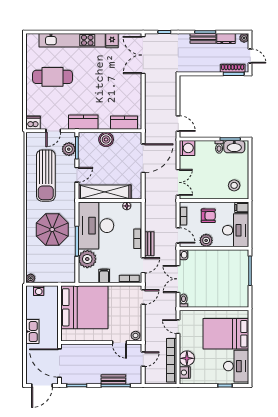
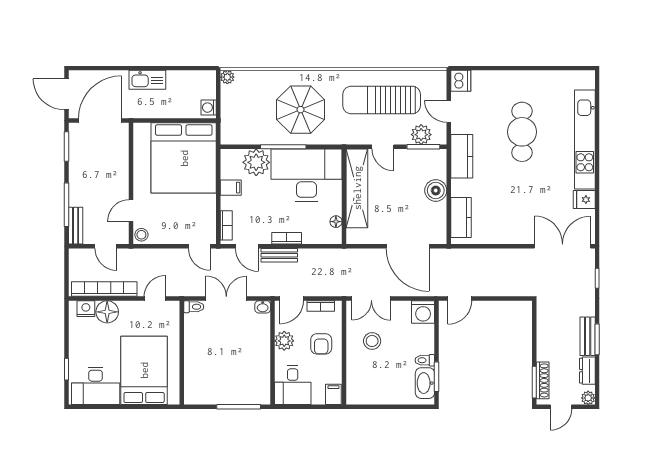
cafe table: (53, 77) -> (522, 132), moved
stool: (234, 185) -> (372, 341), moved
desk: (236, 230) -> (293, 385), width x0.73
washing machine: (39, 291) -> (209, 108), moved
bench: (113, 379) -> (76, 226), moved

